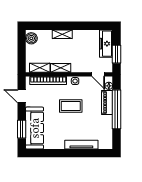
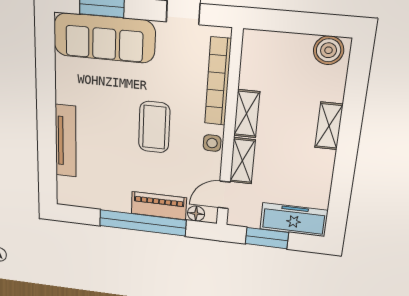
shelving: (40, 68) -> (242, 161), moved

